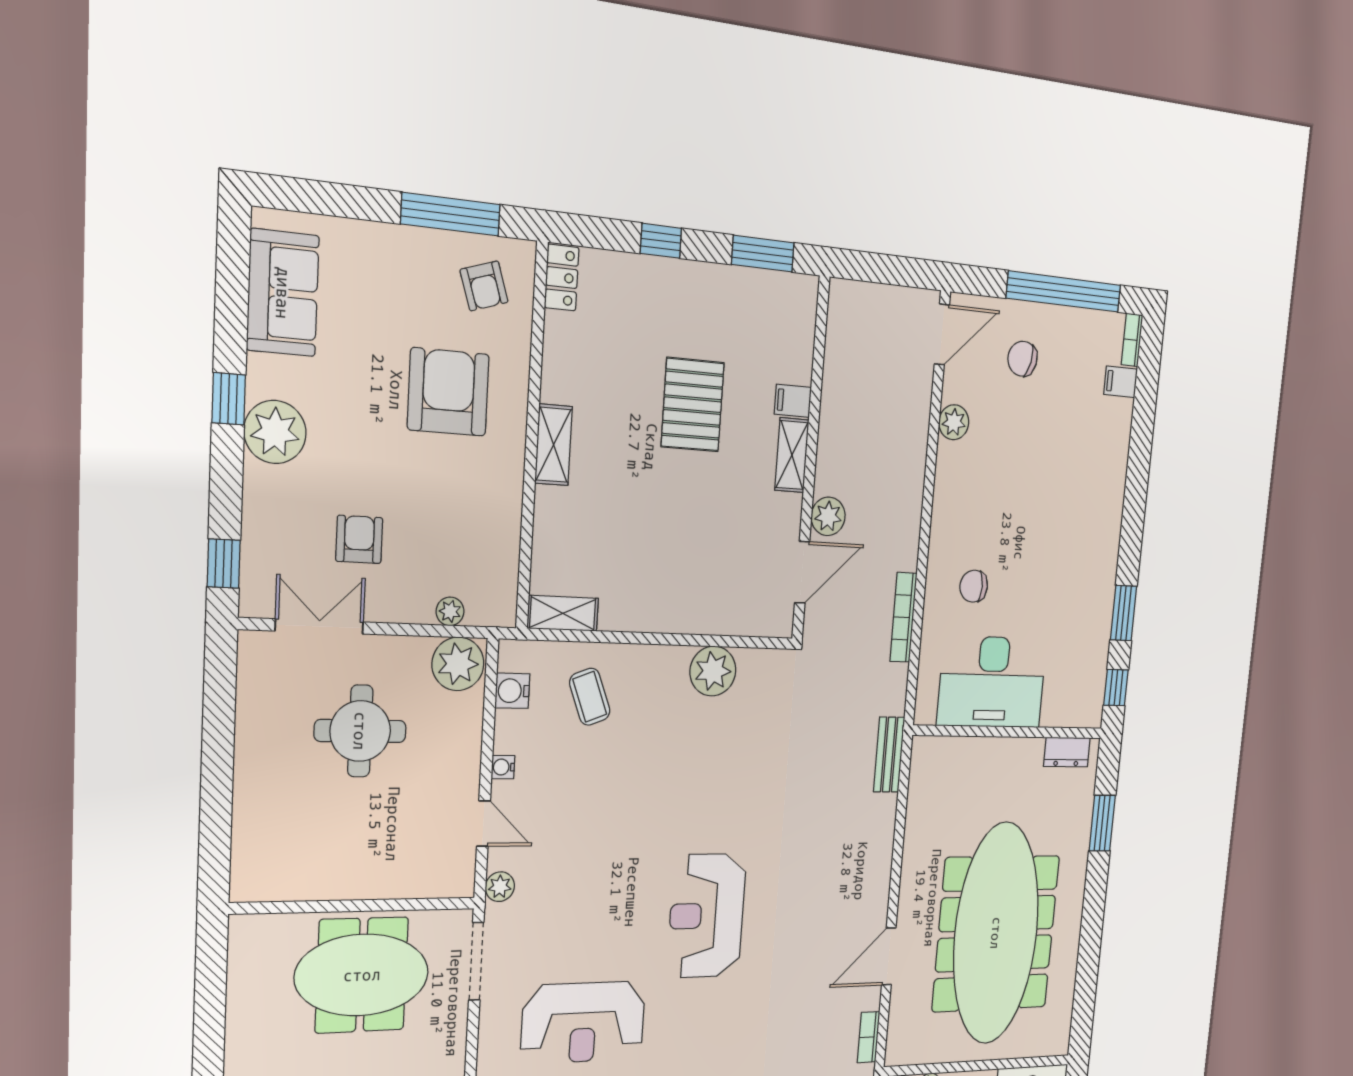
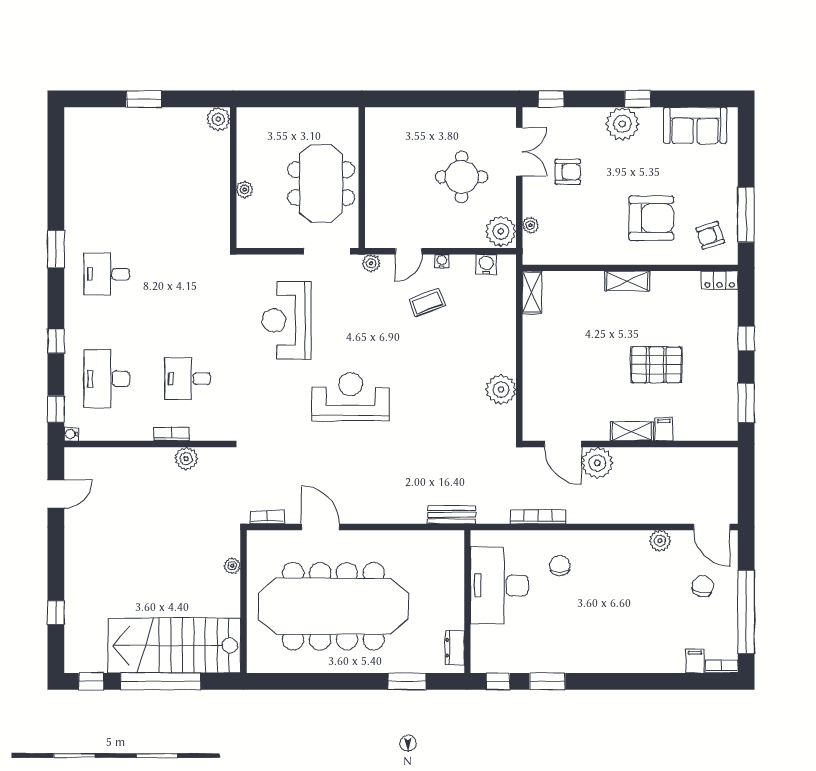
plant: (828, 516) -> (597, 463), width x1.36, depth x1.36
coffee table: (590, 697) -> (427, 302), moved

